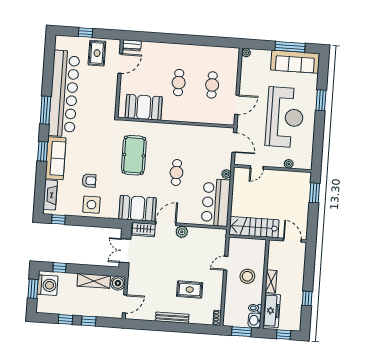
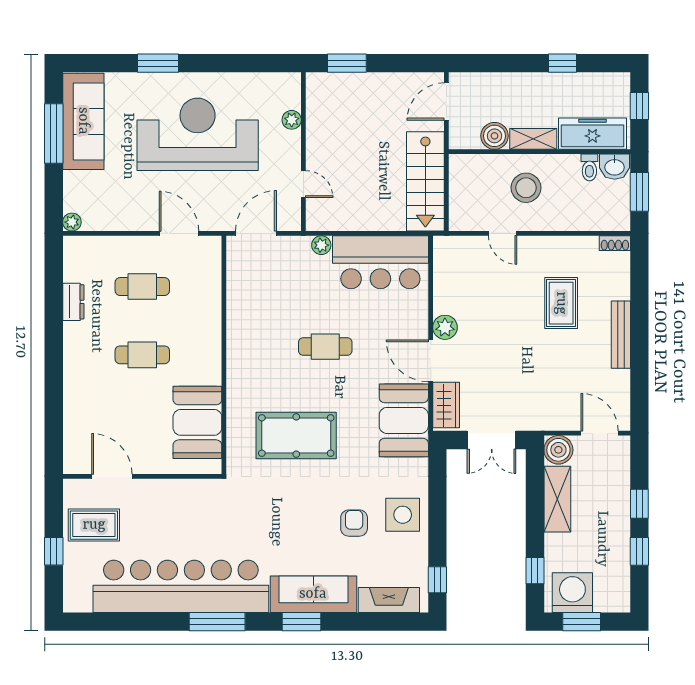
dresser: (132, 45) -> (73, 302), moved
boiler: (274, 263) -> (494, 136), added

